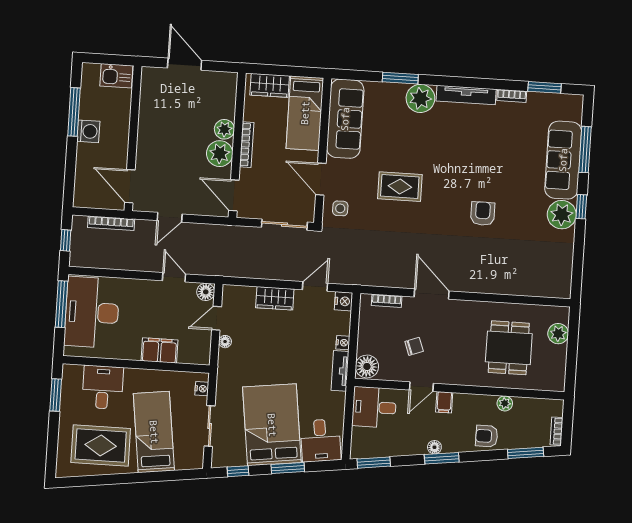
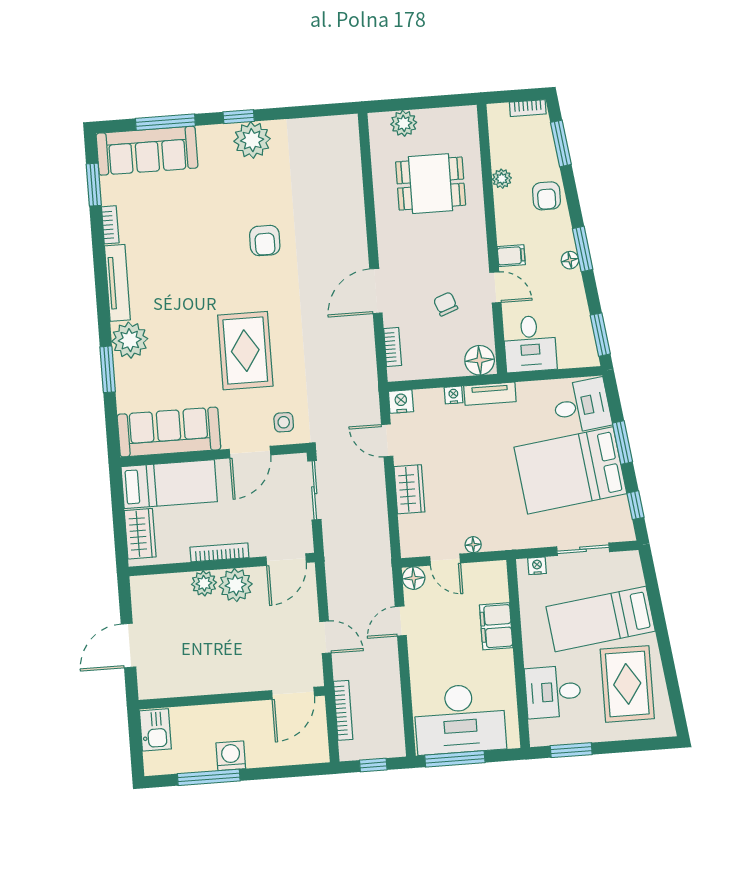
sofa: (563, 160) -> (147, 151), moved
rug: (400, 187) -> (245, 351), width x1.36, depth x1.43
armchair: (483, 214) -> (265, 241), turned -90

